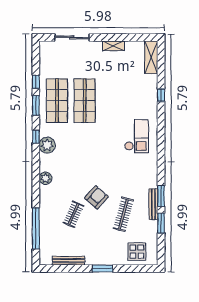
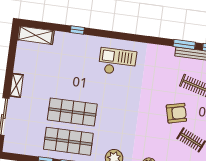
shelving: (114, 46) -> (16, 85), moved
armchair: (96, 197) -> (176, 113), turned 124

